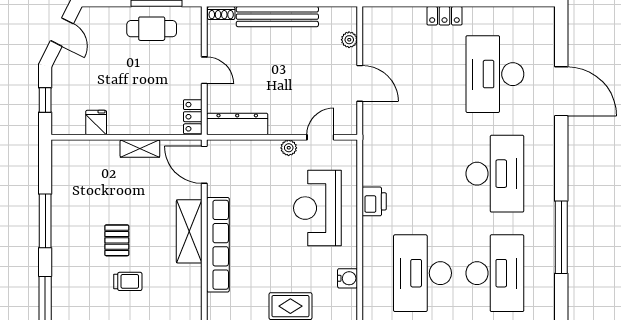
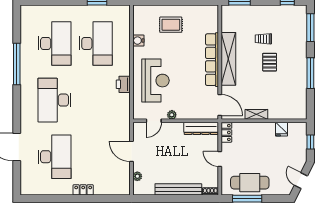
cafe table: (152, 29) -> (250, 183), width x1.37, depth x1.35
shelving: (189, 231) -> (228, 59), width x1.47
desk: (495, 273) -> (54, 43), turned 180

